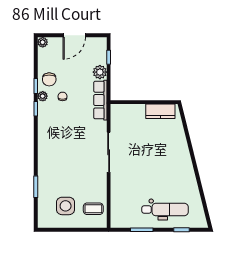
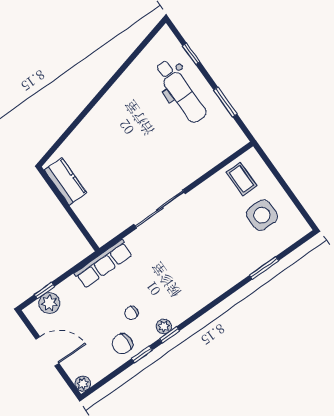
plant: (100, 72) -> (49, 303), moved
chair: (49, 79) -> (122, 344), turned 180
plant: (43, 96) -> (164, 326), moved
dental chair: (165, 209) -> (181, 91), turned 180

